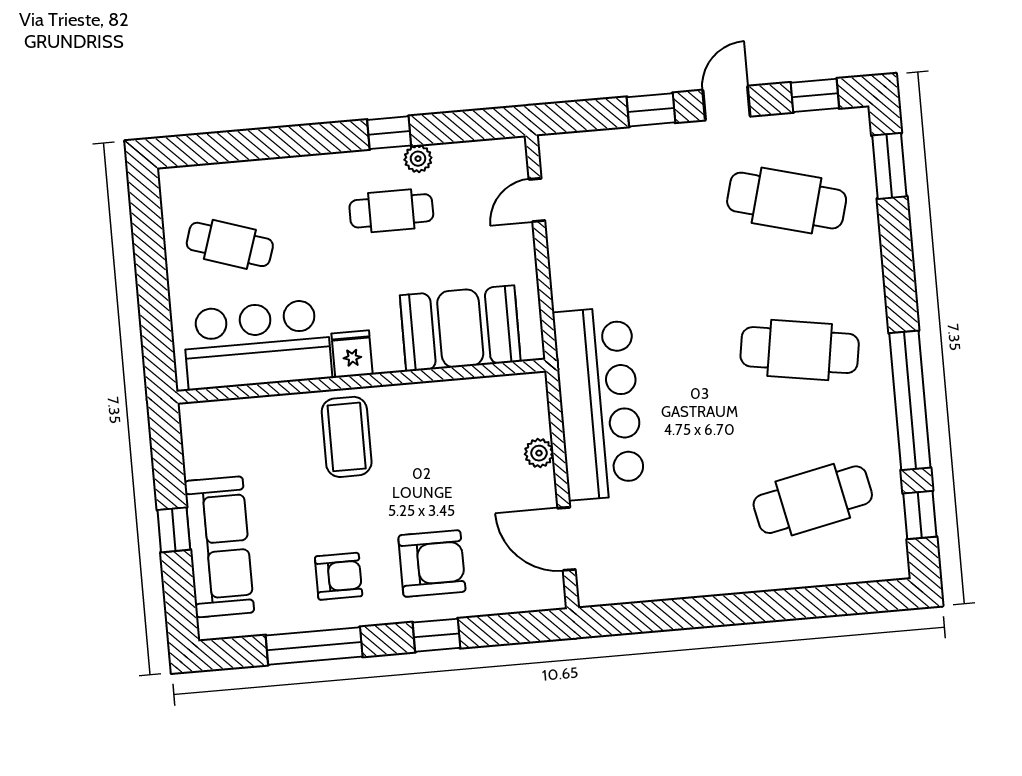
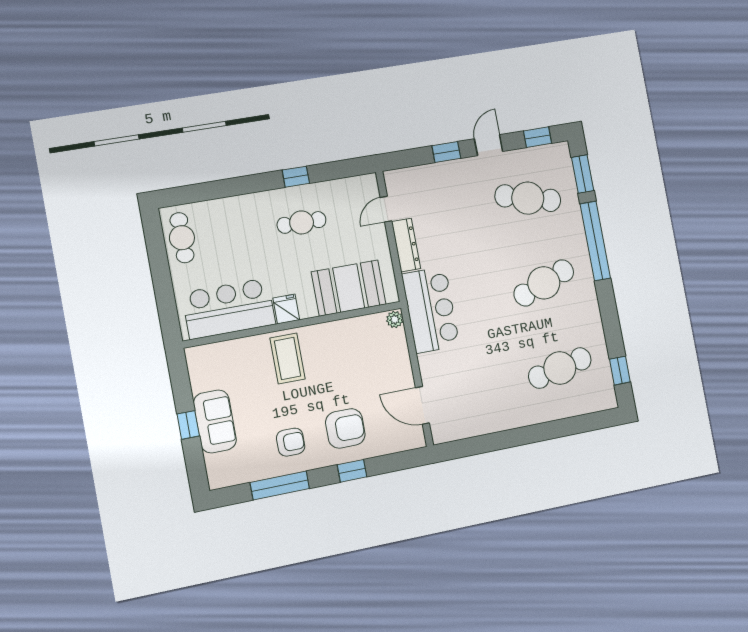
plant: (418, 159) -> (314, 191), removed
cafe table: (230, 244) -> (182, 238), moved, turned 72
dresser: (565, 264) -> (406, 245), added
cafe table: (800, 350) -> (544, 283), turned -30
window: (910, 400) -> (595, 241), moved
bar counter: (599, 403) -> (431, 310), width x0.73
plant: (539, 453) -> (395, 319), moved
sofa: (219, 547) -> (215, 421), width x0.73

